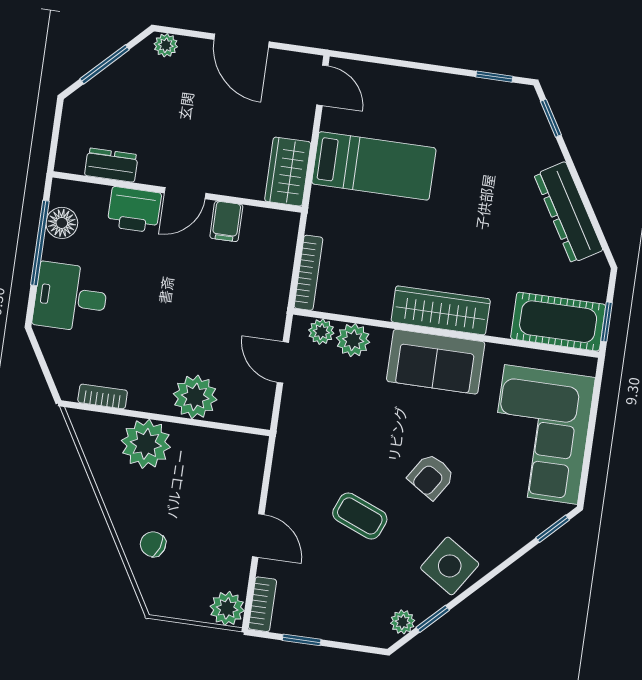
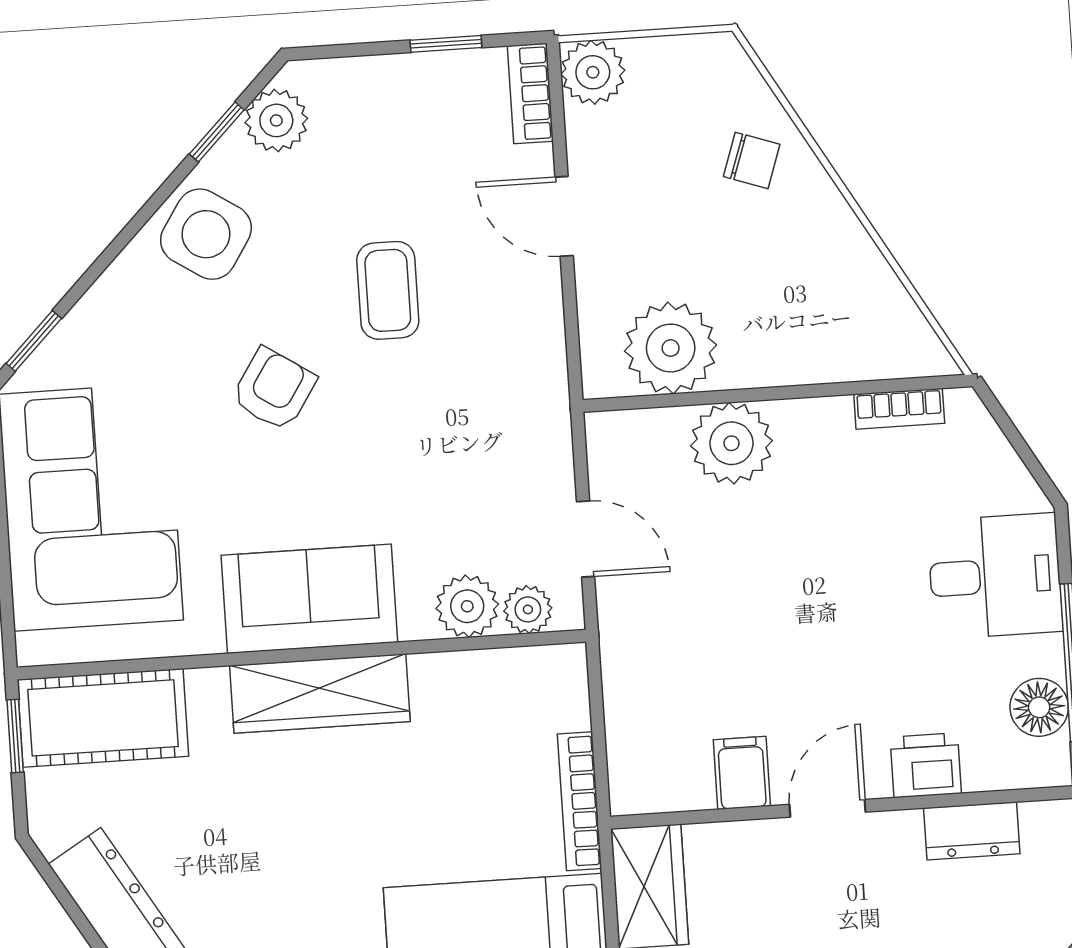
printer: (134, 210) -> (926, 765), width x0.73, depth x0.81
bookcase: (308, 273) -> (580, 801), moved
plant: (146, 444) -> (671, 348), moved
coffee table: (360, 516) -> (388, 290), turned 68
plant: (403, 622) -> (276, 120), width x1.38, depth x1.38

